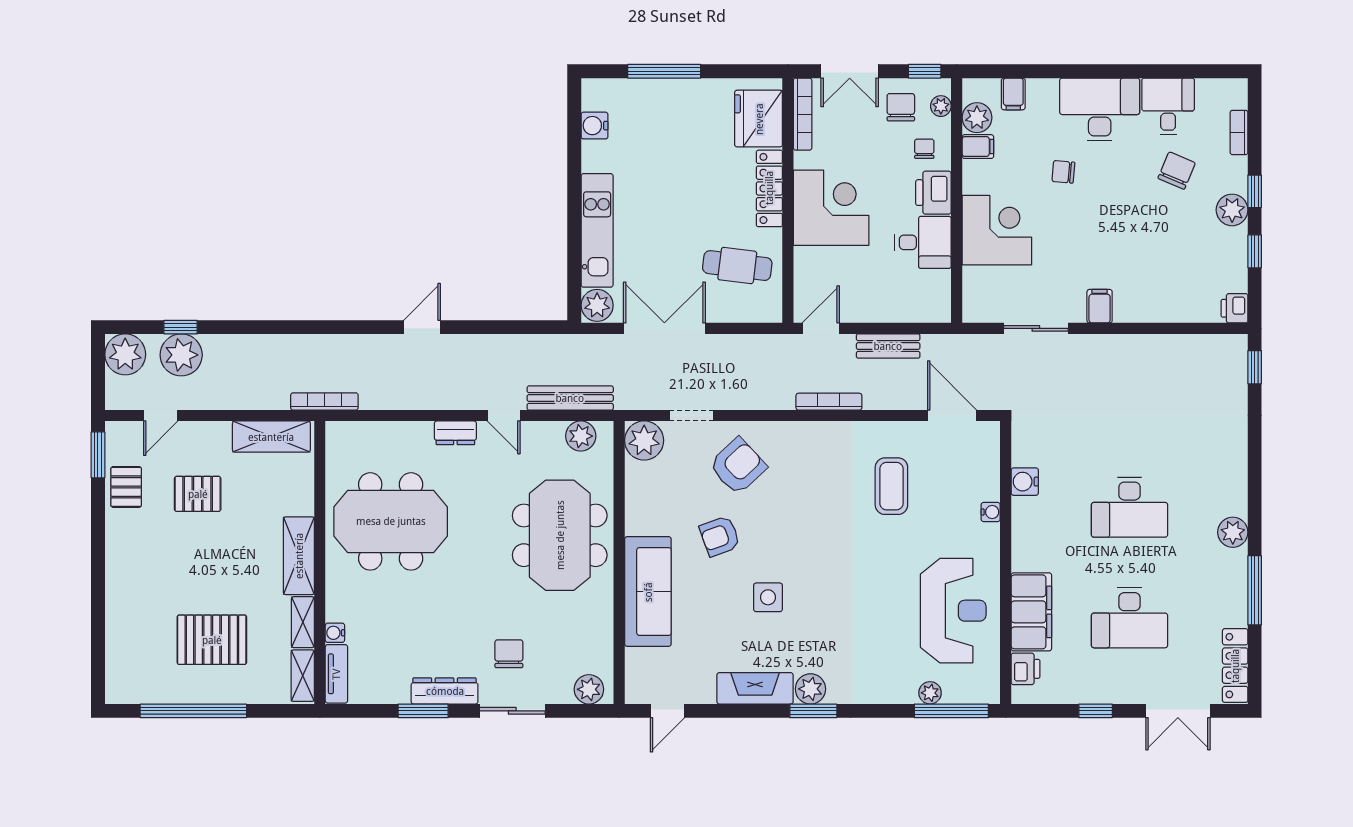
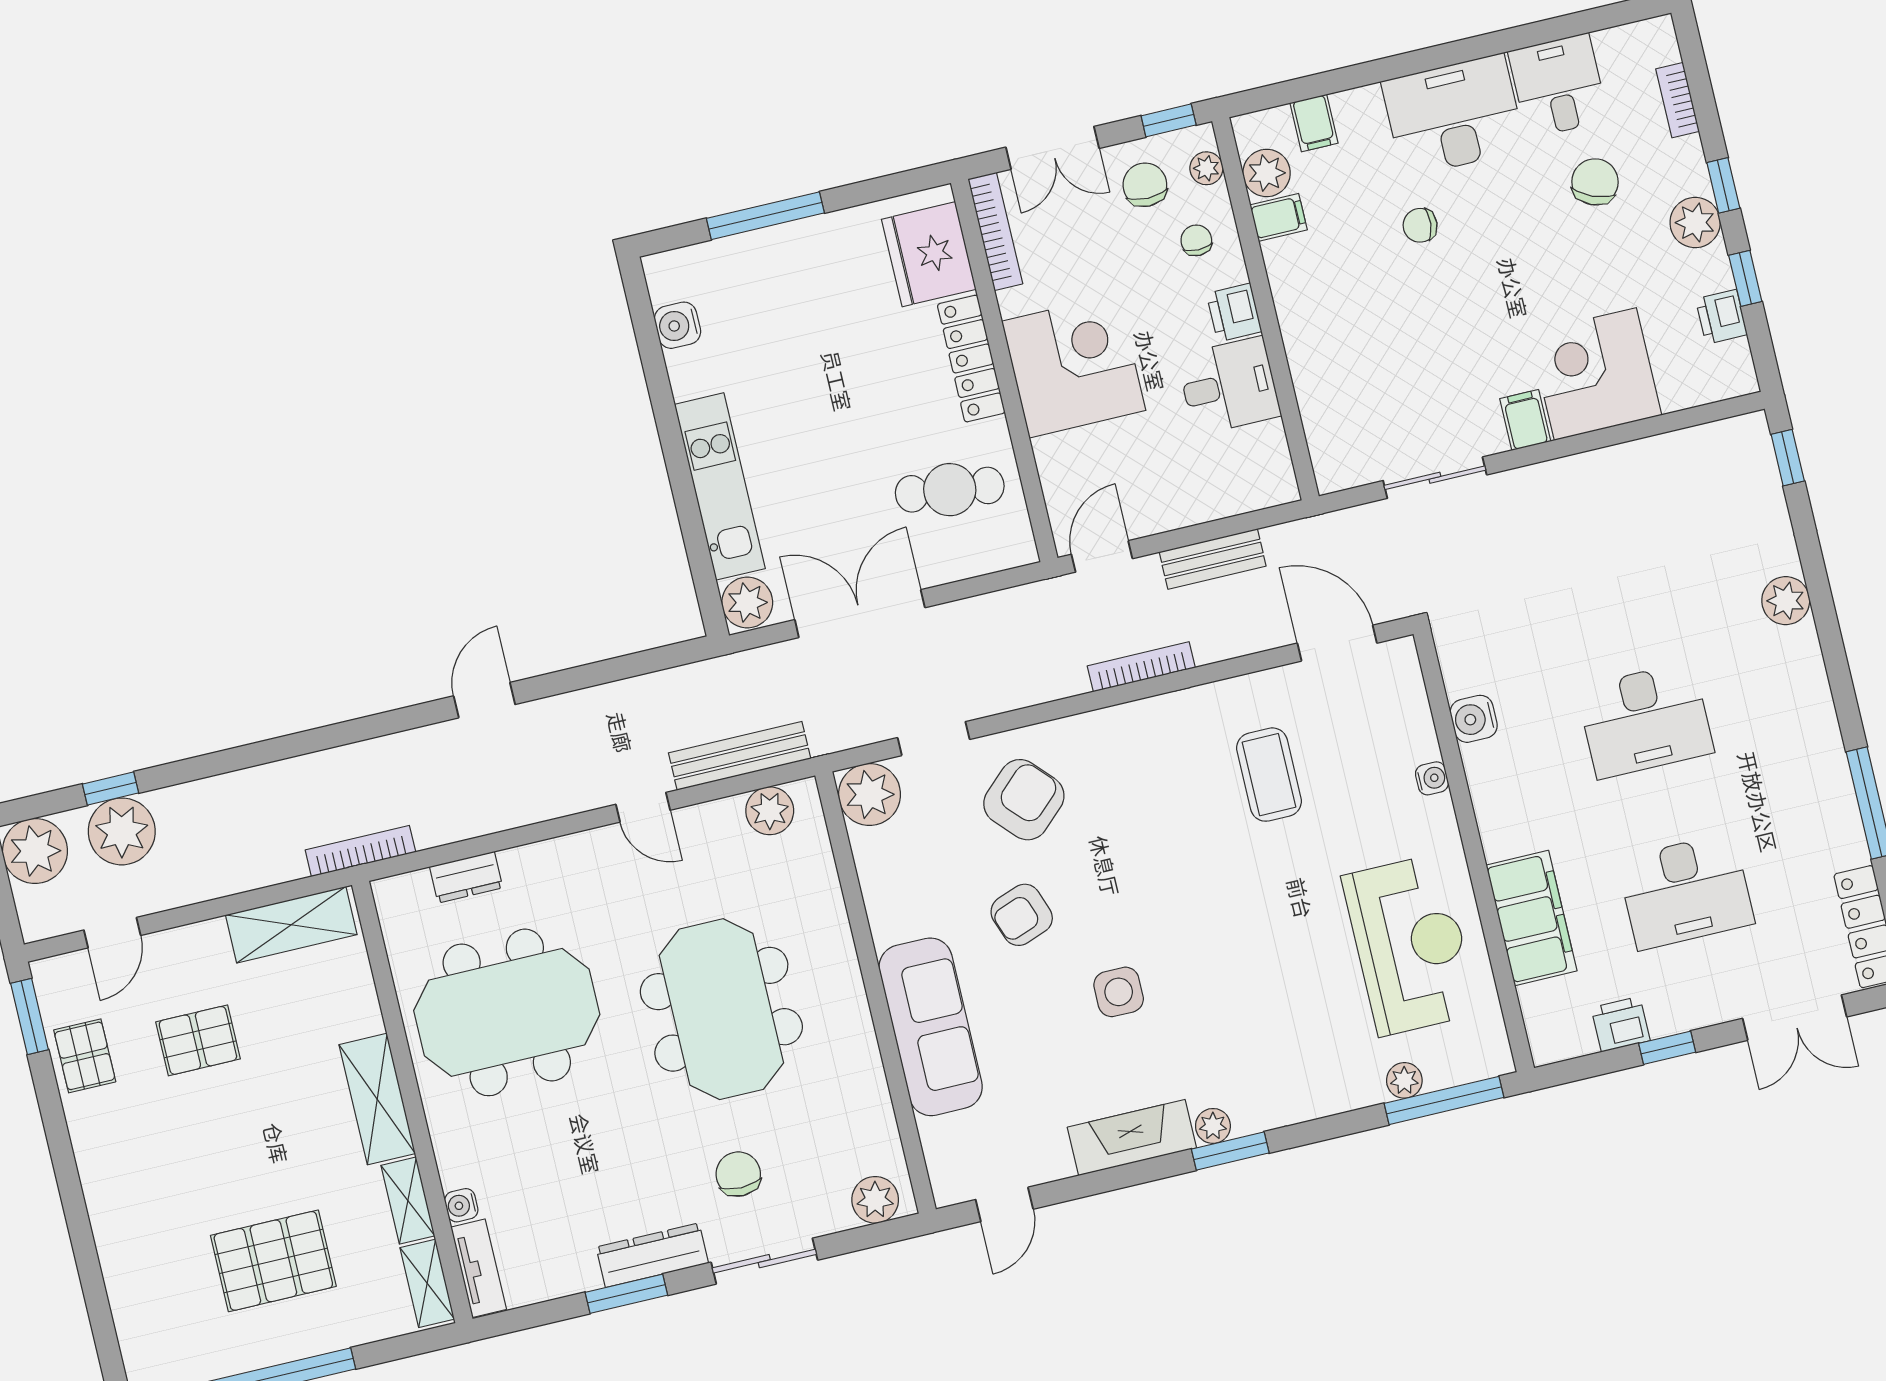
printer: (933, 193) -> (1234, 313), width x0.73, depth x0.81
corner desk: (997, 230) -> (1595, 374), moved, turned -90
printer: (1234, 308) -> (1721, 317), moved
dresser: (455, 433) -> (466, 877), moved
plant: (1233, 532) -> (1786, 601), moved
meeting table: (560, 535) -> (721, 1009), moved
printer: (1025, 669) -> (1621, 1024), moved, turned -90
plant: (810, 689) -> (1213, 1126), width x0.73, depth x0.73

